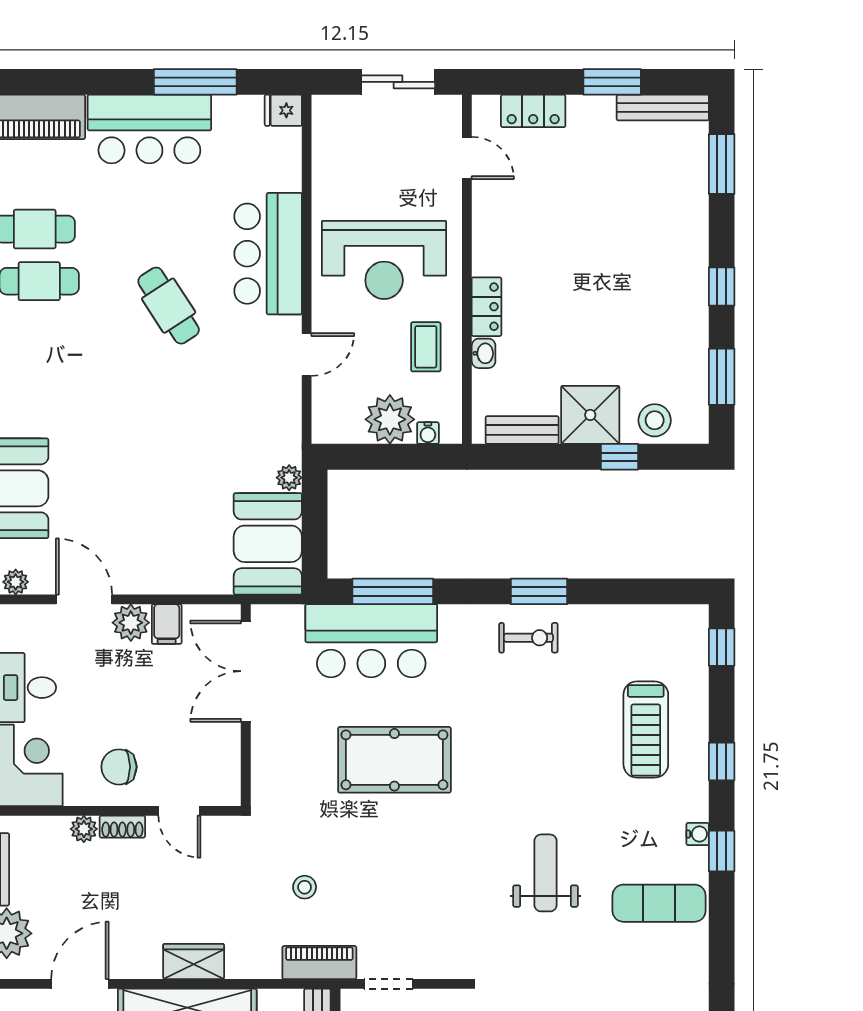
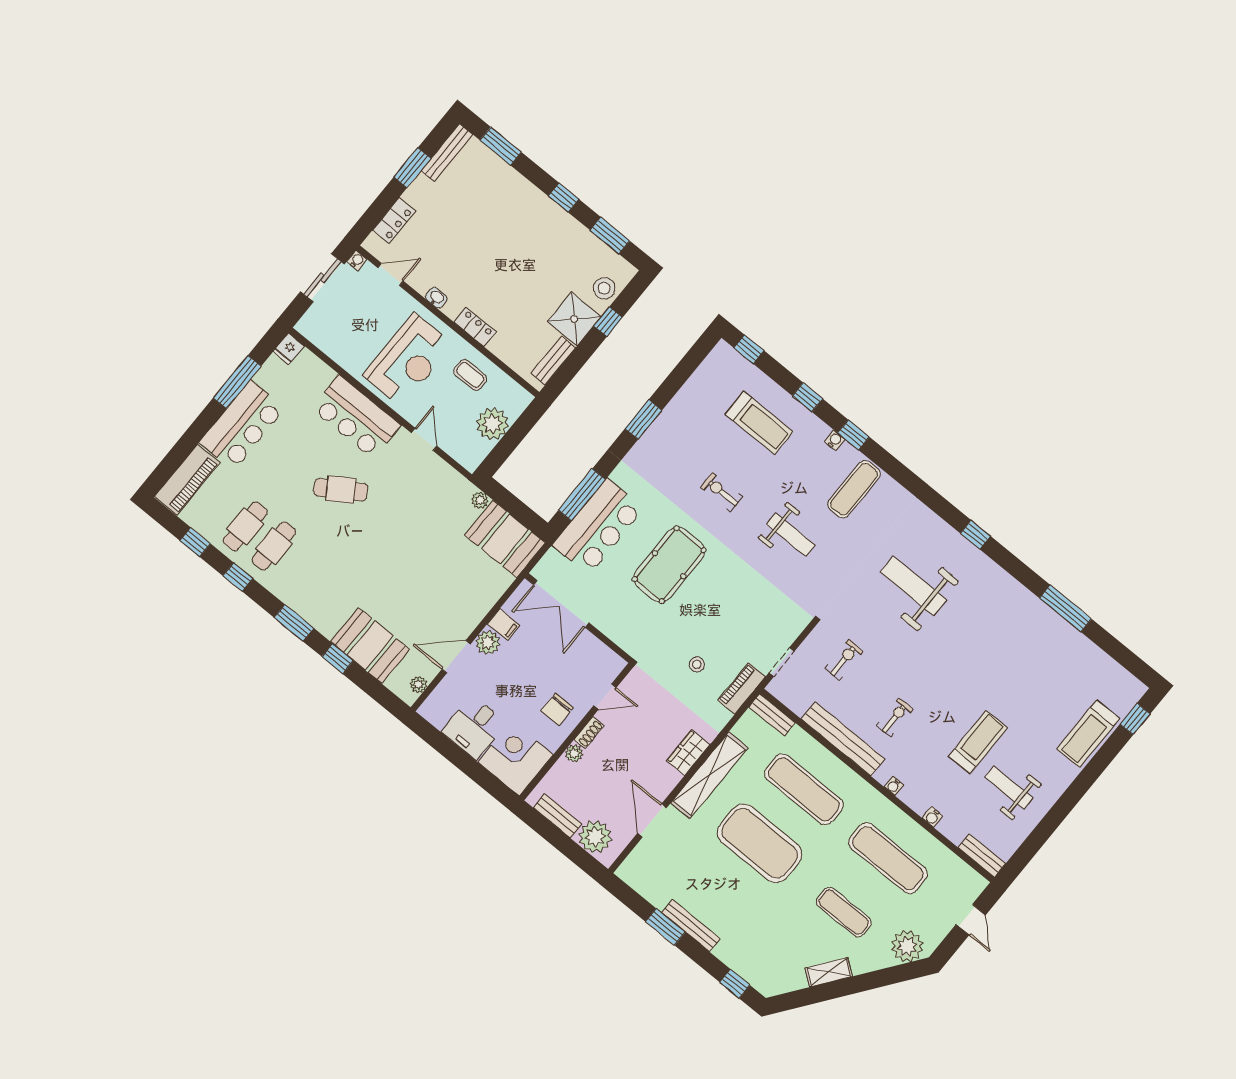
washbasin: (484, 353) -> (436, 298), moved
water cooler: (428, 433) -> (357, 260), moved, turned -90
exercise bike: (528, 638) -> (722, 492), moved, turned -90
weight bench: (546, 873) -> (791, 535), turned 180

